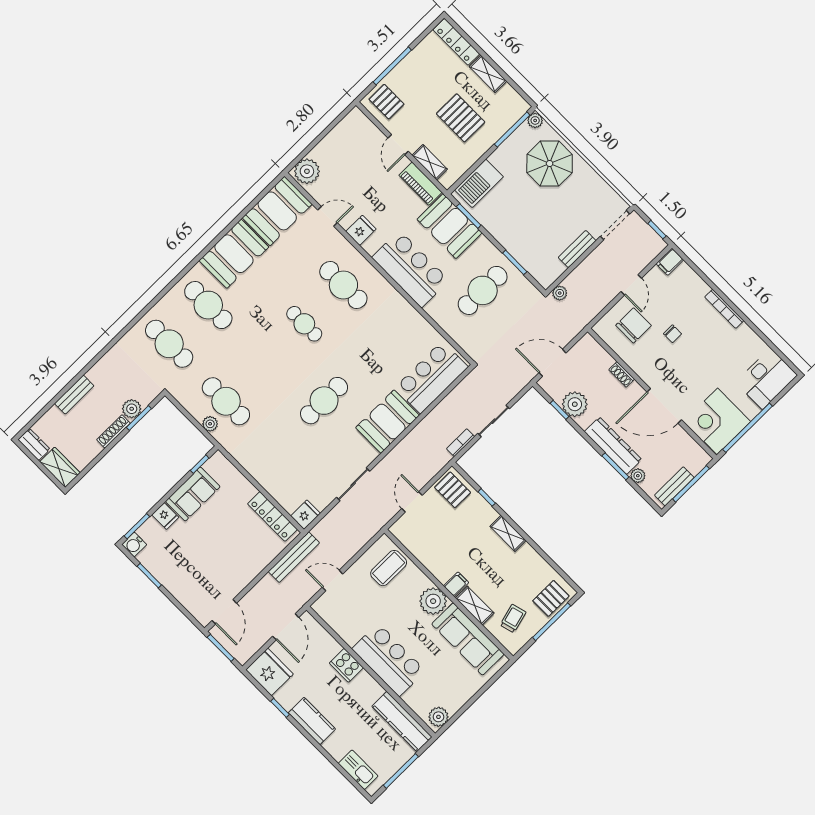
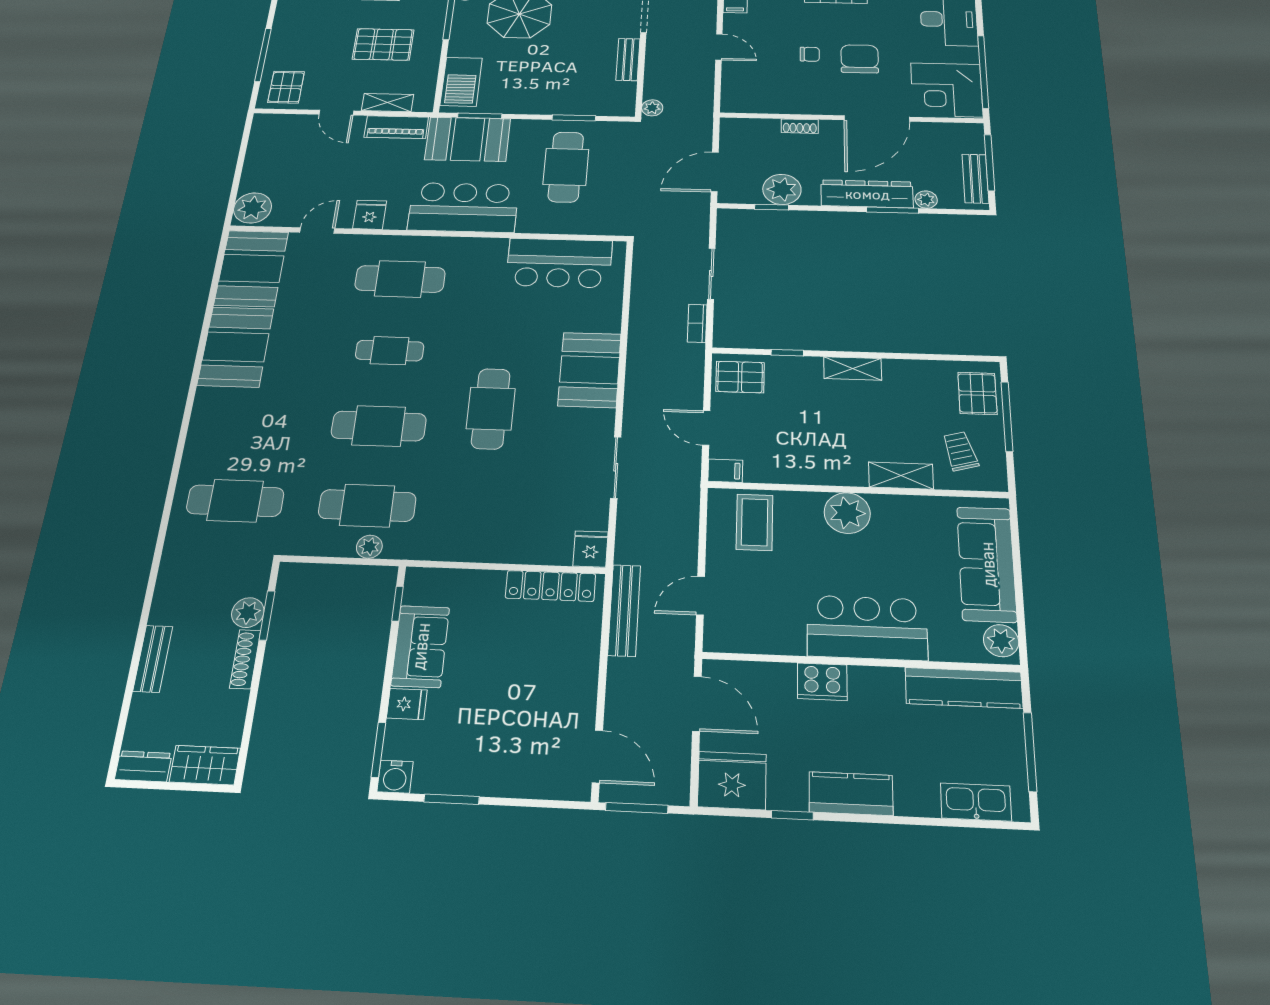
pallet: (386, 102) -> (286, 87), turned 90
cafe table: (208, 305) -> (379, 426), moved
chair: (634, 325) -> (860, 59), moved
bar counter: (431, 377) -> (559, 263), moved, turned -90
filing cabinet: (456, 584) -> (725, 471), moved, turned 90
sofa: (468, 639) -> (987, 564), moved, turned 90

